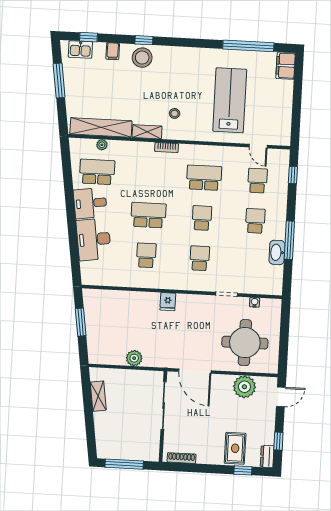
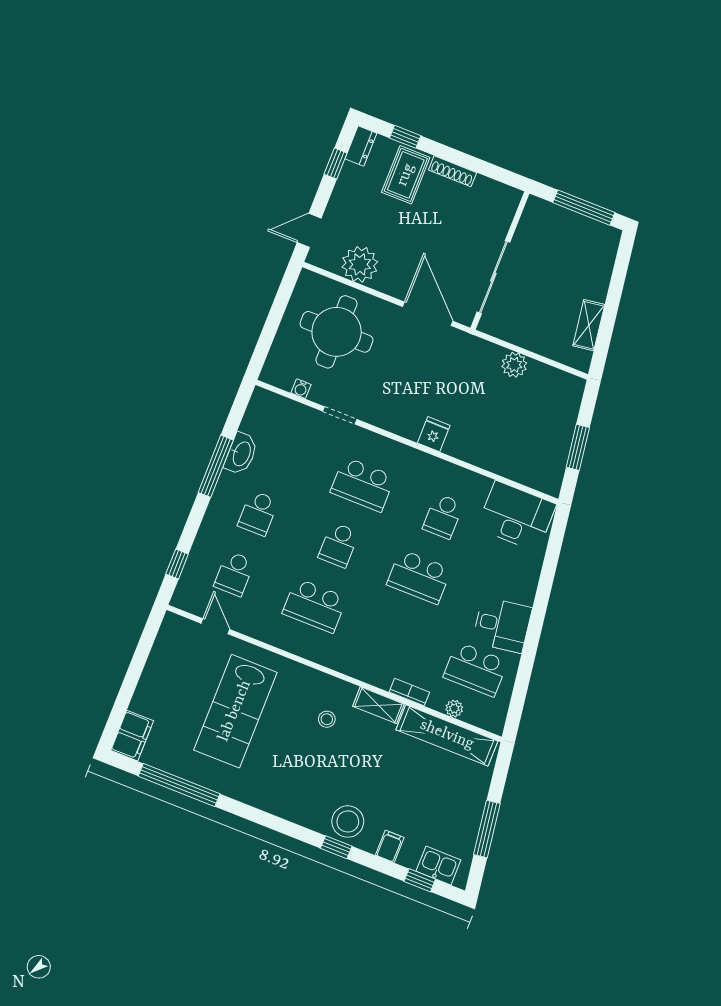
bookcase: (167, 147) -> (409, 692), moved
desk: (94, 239) -> (516, 516), moved, turned -82
school desk: (200, 258) -> (363, 484), width x1.85
shoe rack: (182, 458) -> (452, 171), moved

